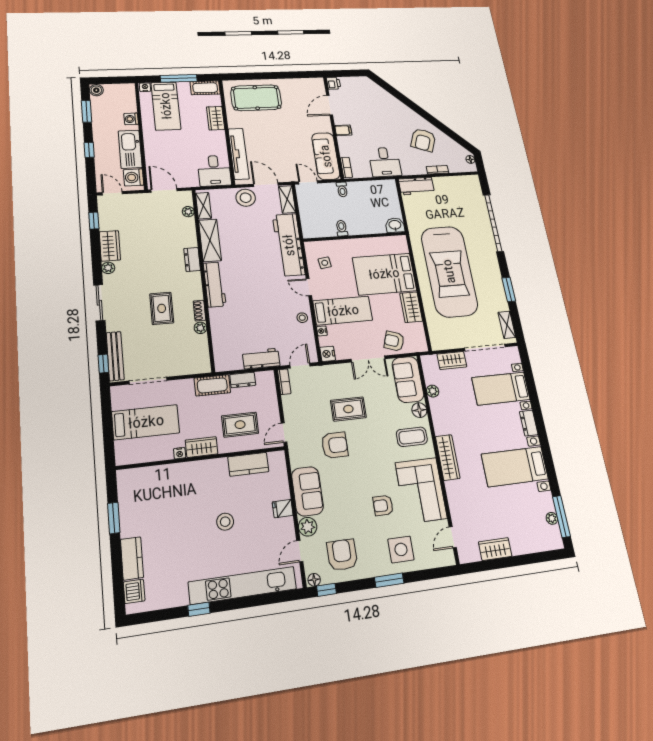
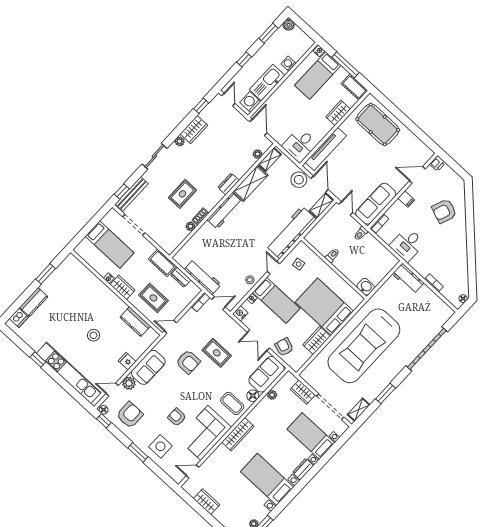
armchair: (423, 140) -> (444, 211), moved
workbench: (261, 359) -> (203, 277), width x1.38

